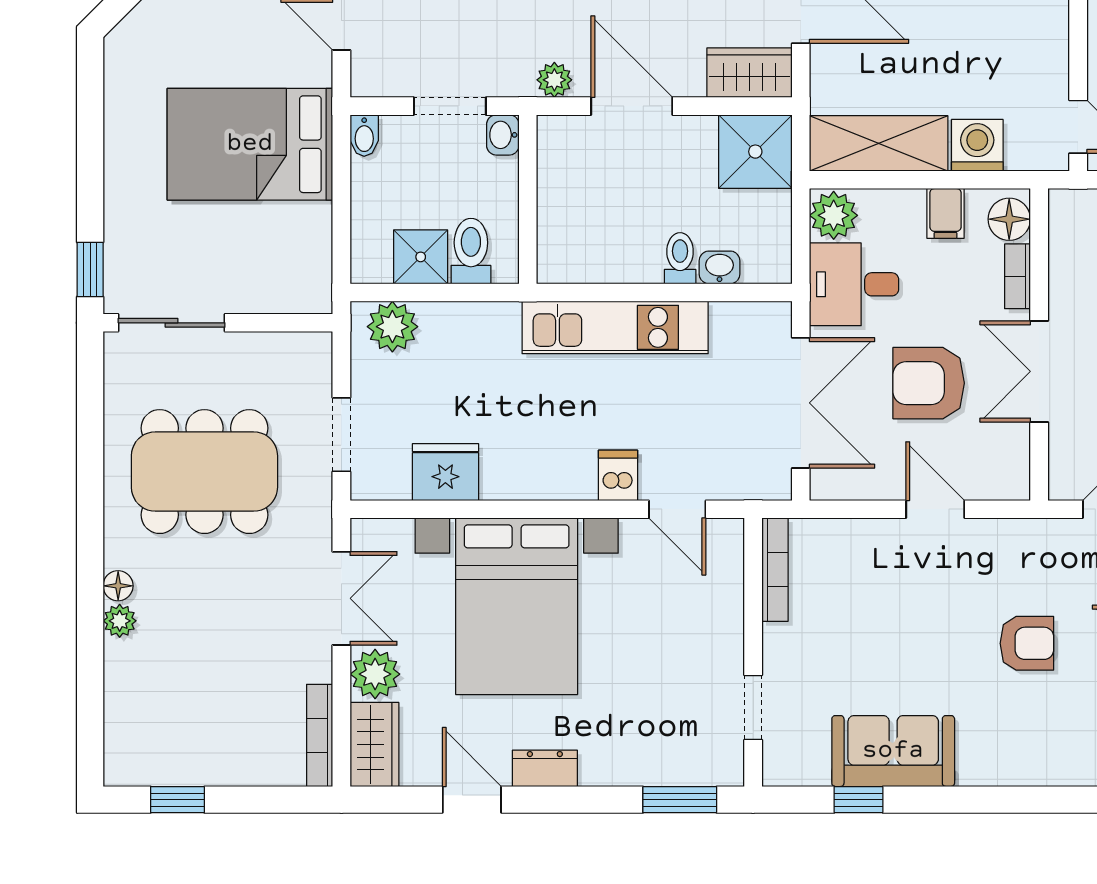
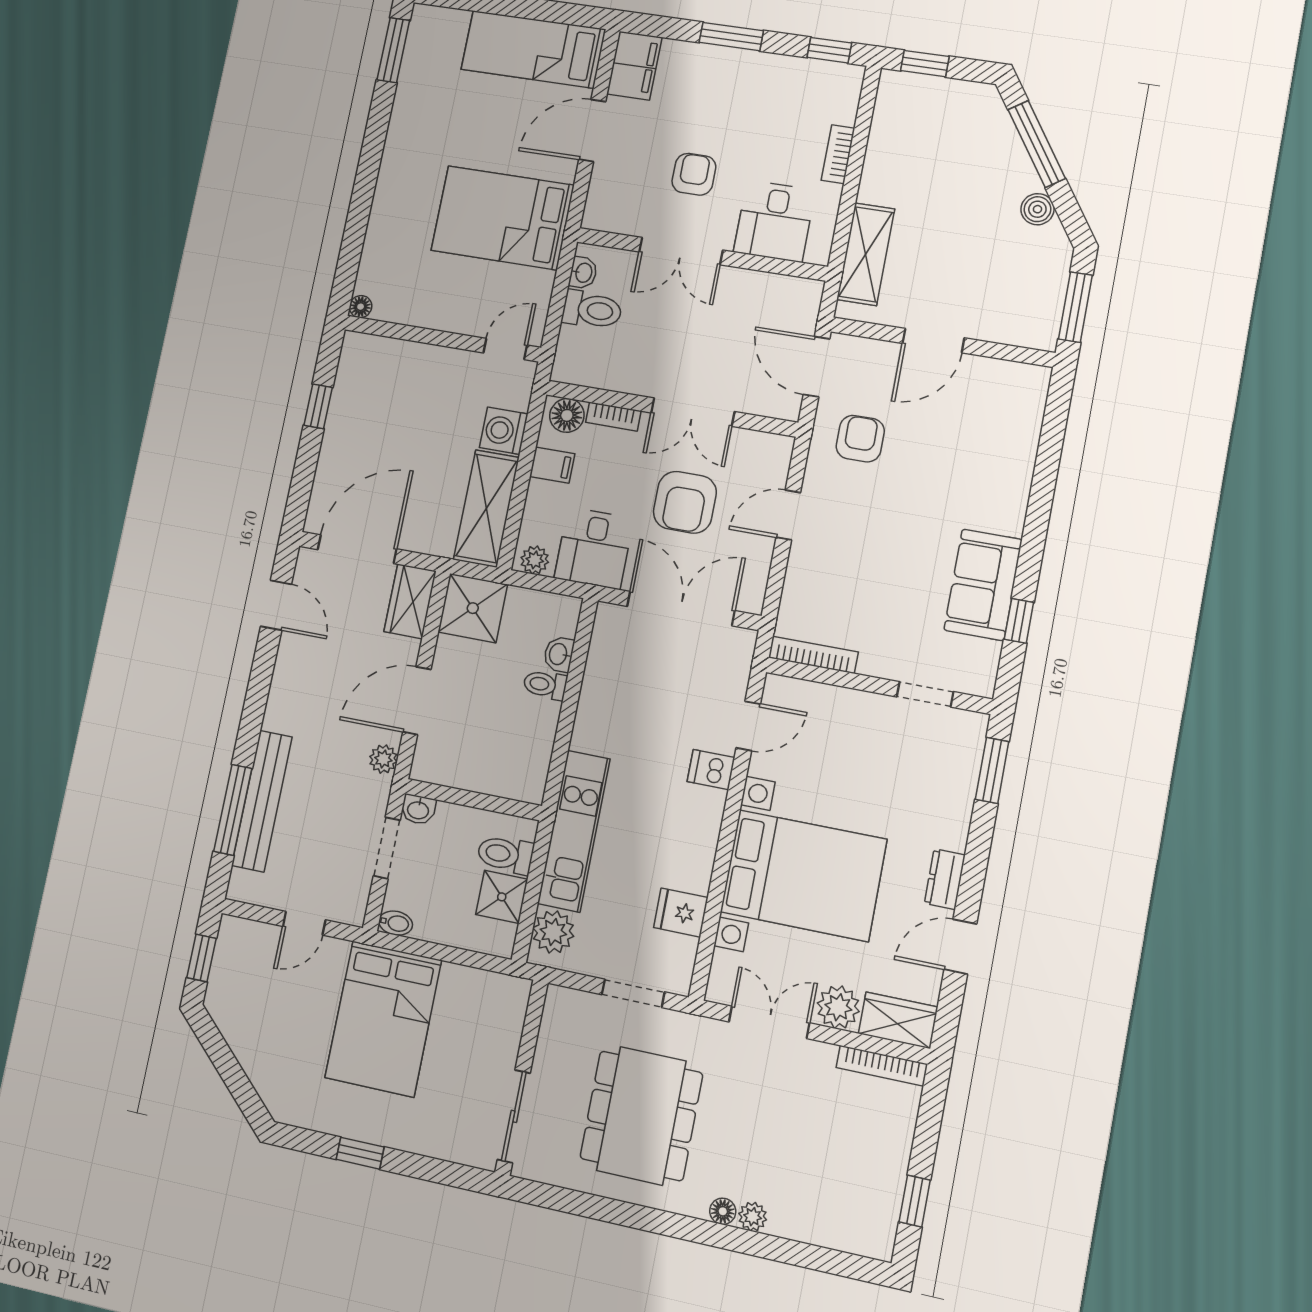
plant: (834, 215) -> (535, 560), width x0.73, depth x0.73
window: (90, 270) -> (360, 1153), moved
kitchen unit: (615, 327) -> (574, 831), moved
fridge: (445, 472) -> (681, 913), width x0.72
armchair: (1027, 643) -> (860, 439), moved

